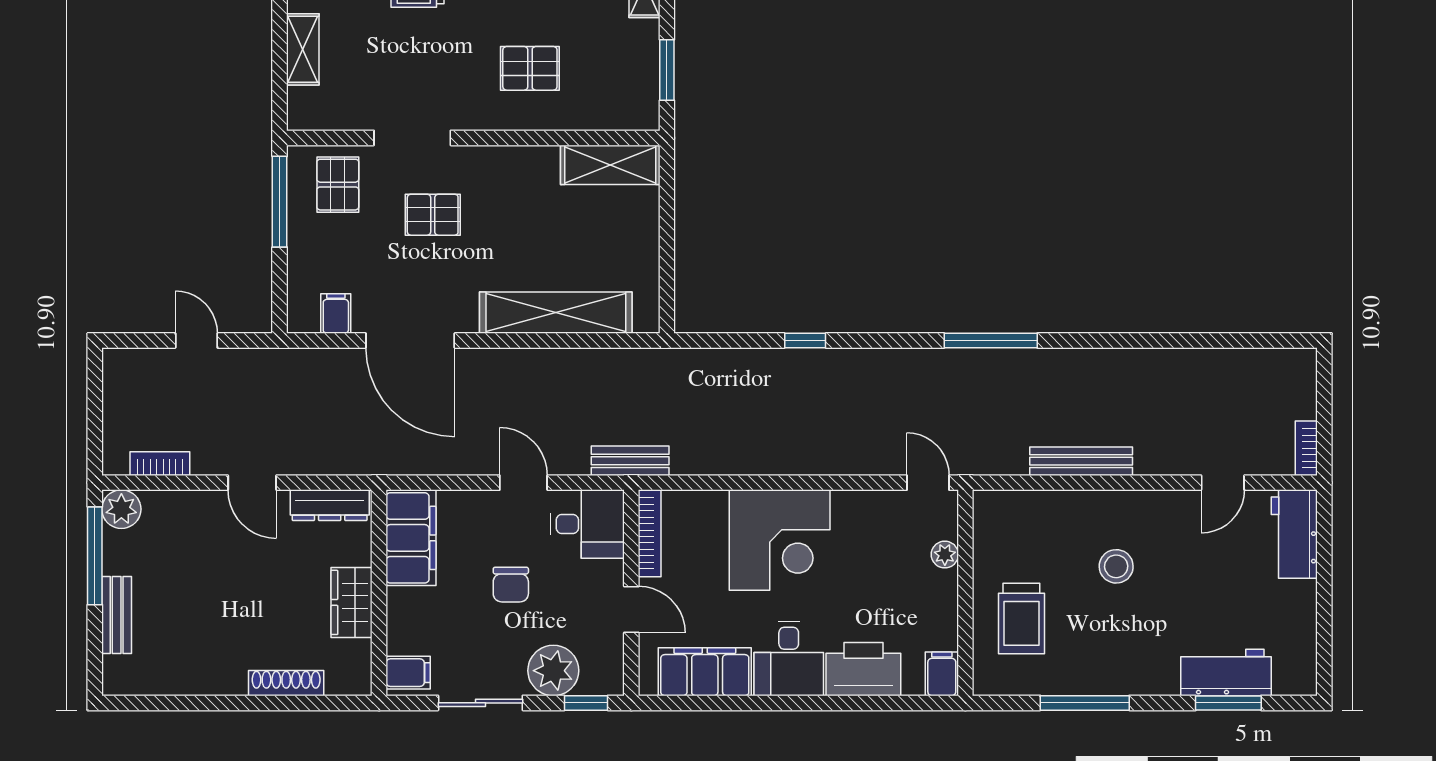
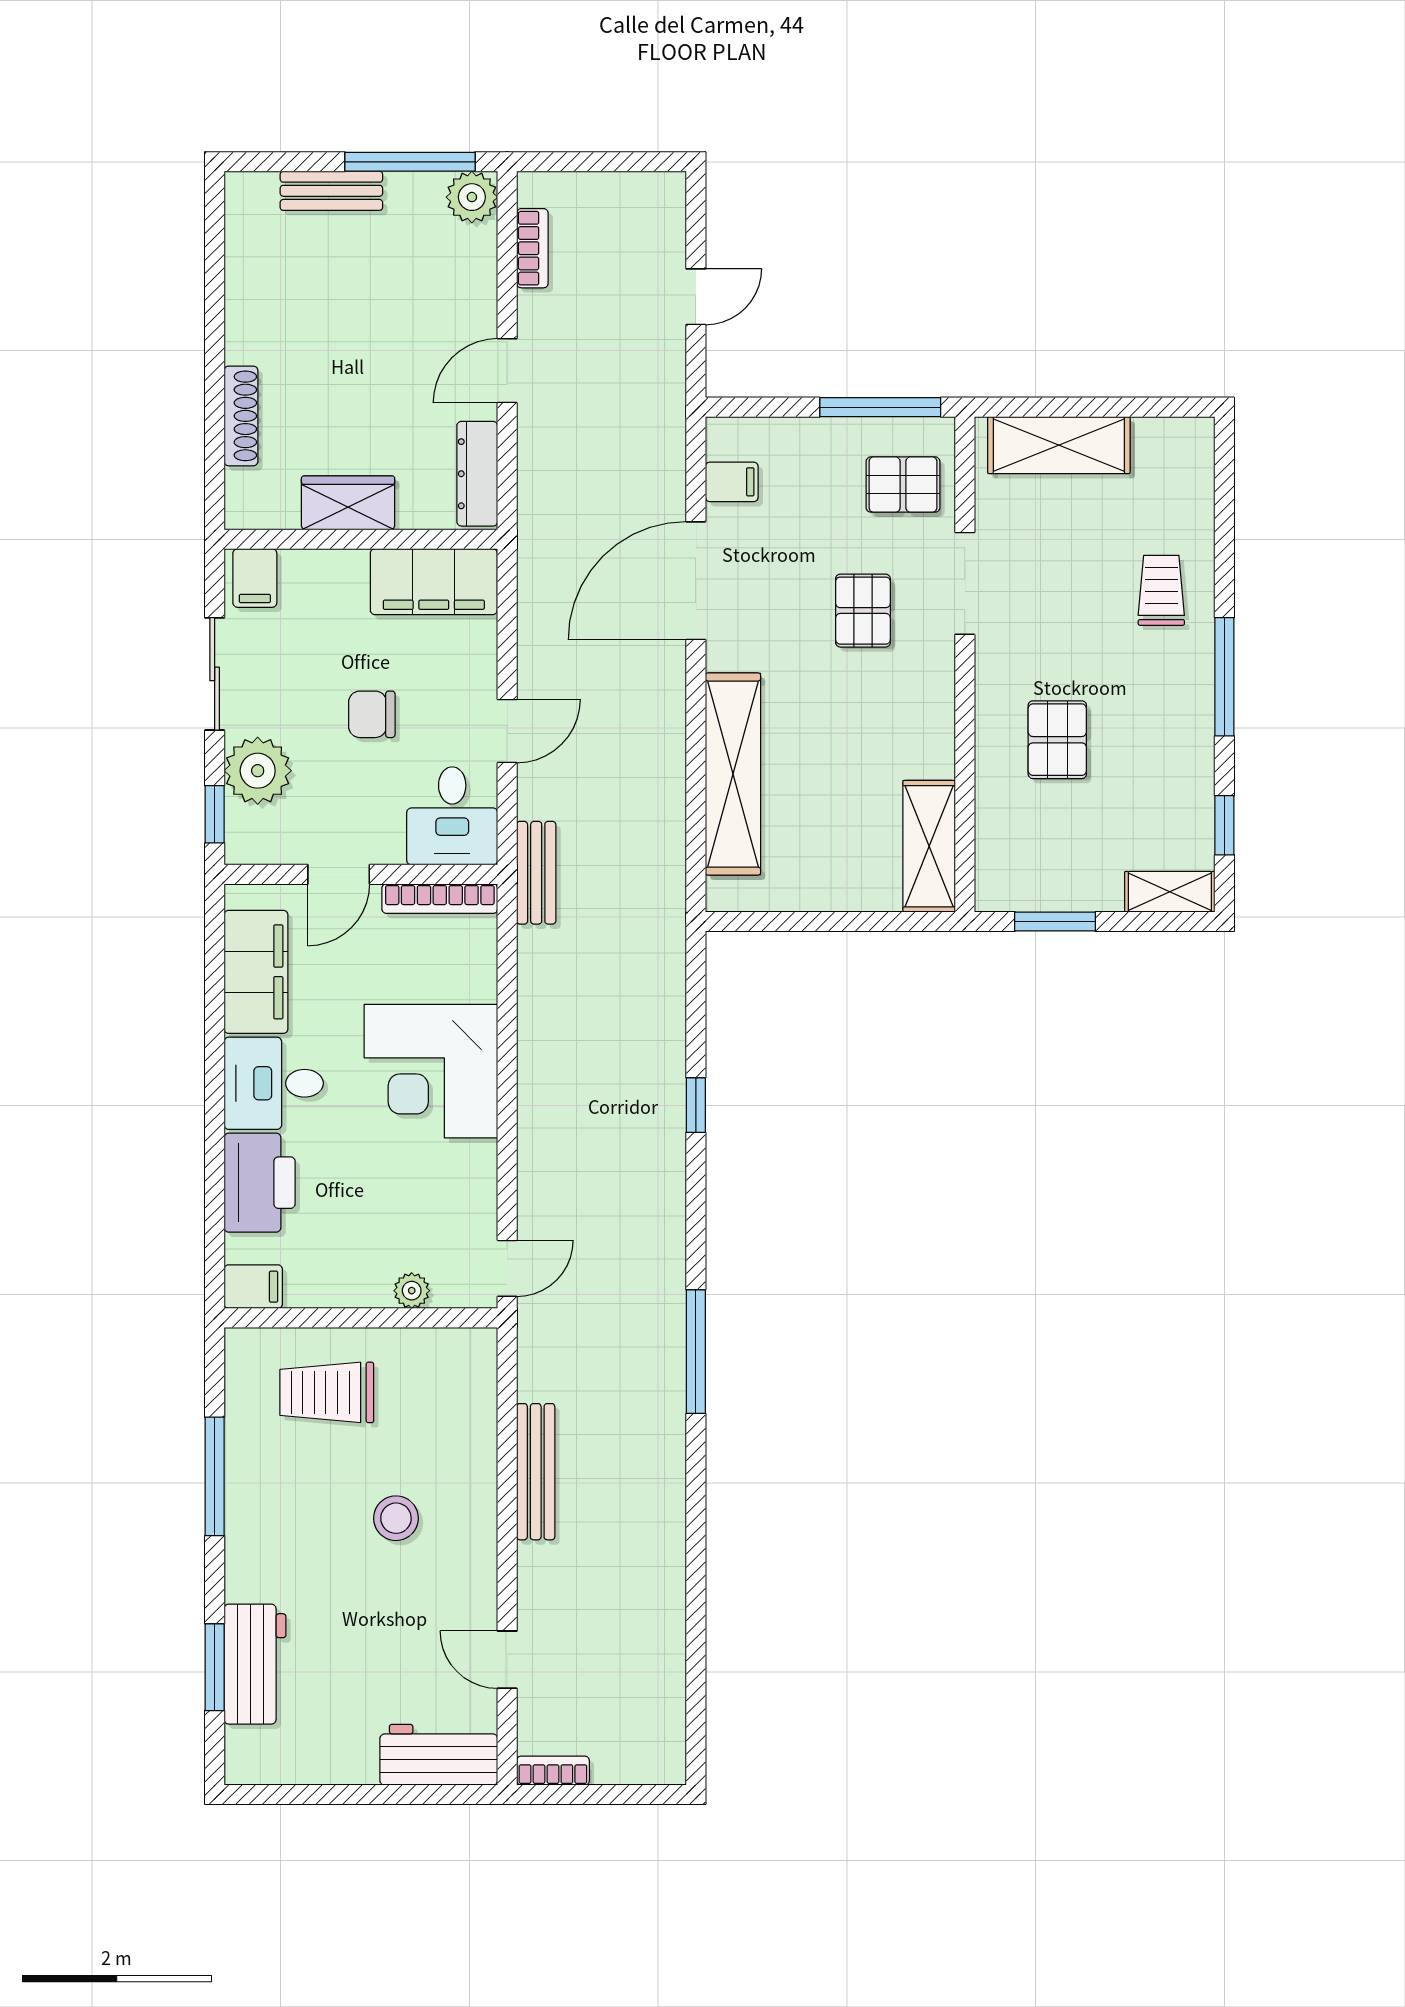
shelving: (303, 49) -> (1059, 445), width x1.50, depth x1.33

